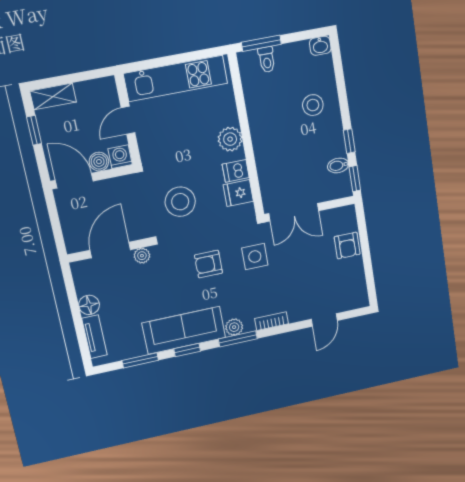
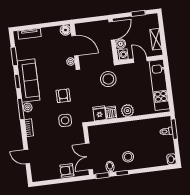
shelving: (53, 96) -> (156, 39), moved
stool: (313, 105) -> (128, 157), moved
stool: (180, 202) -> (108, 79), moved
double door: (294, 212) -> (89, 157), moved
floor lamp: (89, 305) -> (65, 30), moved

